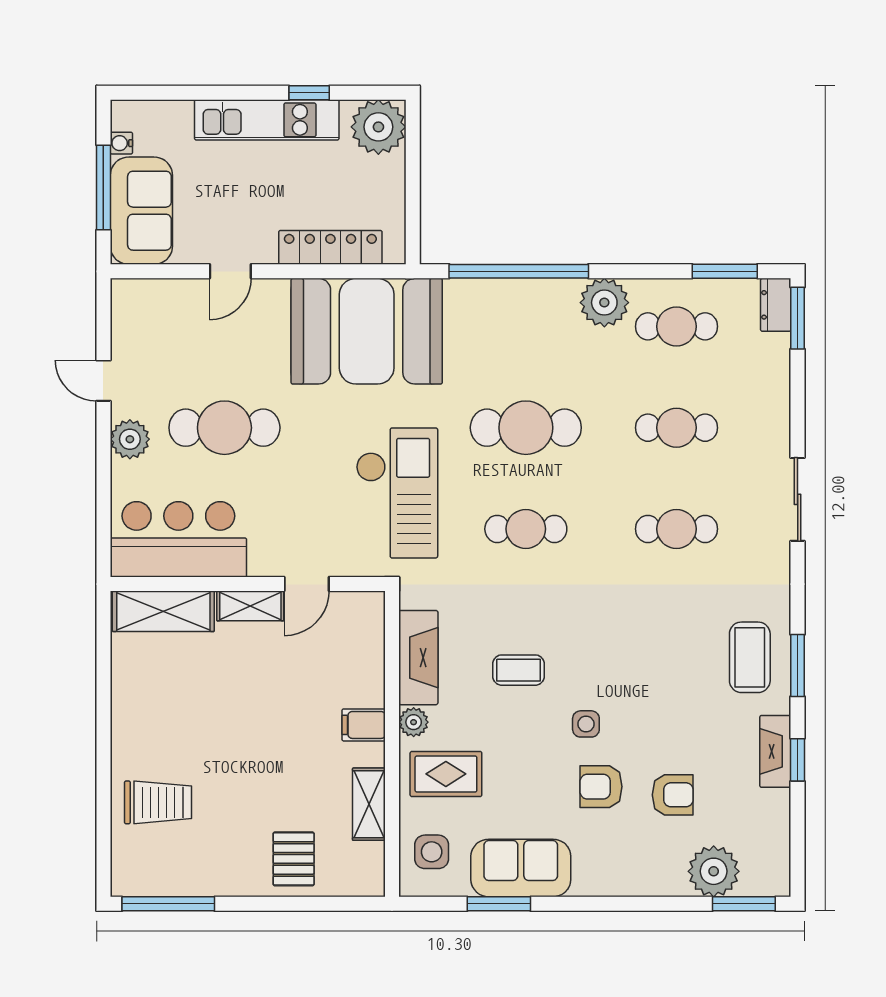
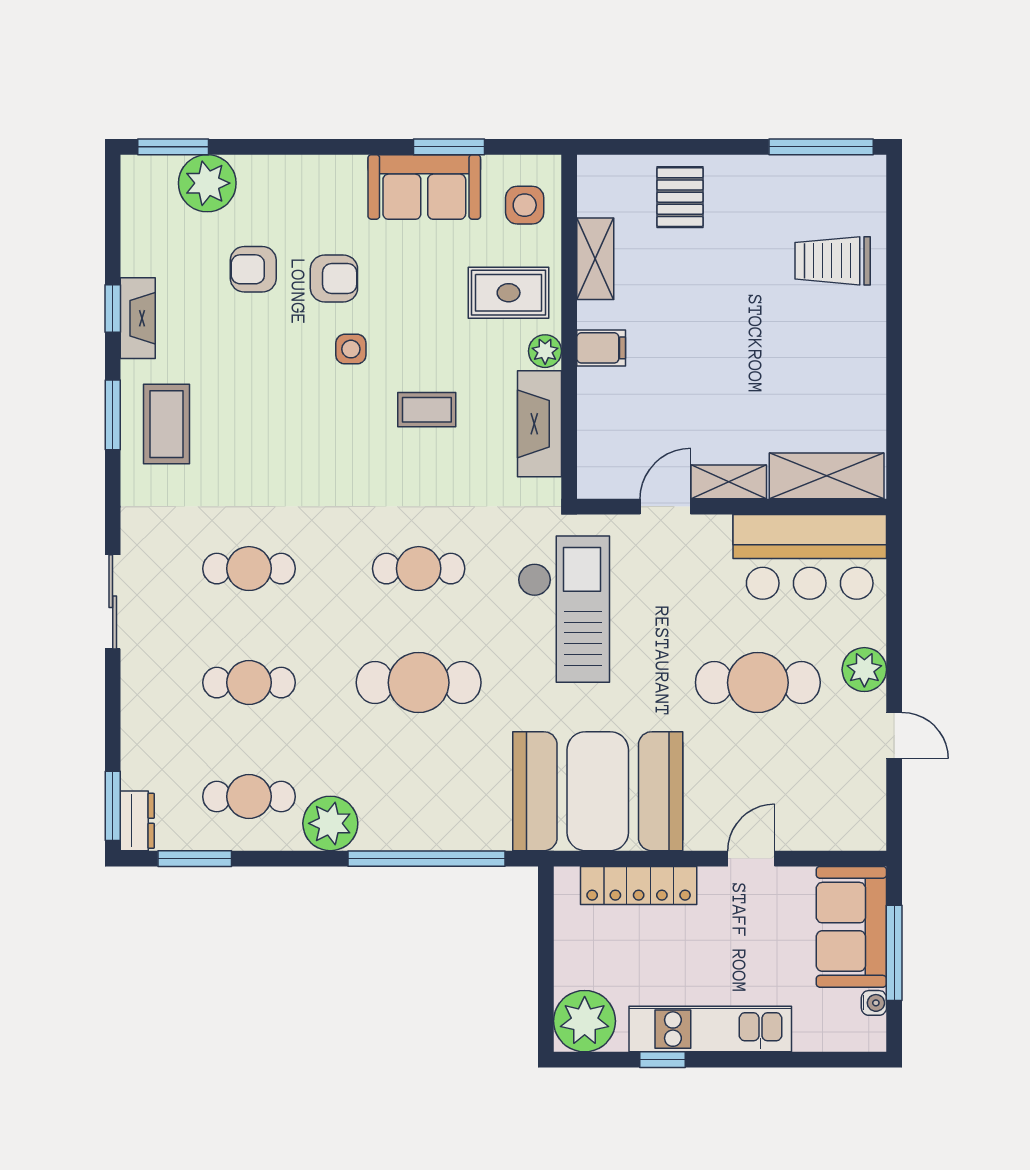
checkout: (397, 493) -> (564, 609), turned 180

